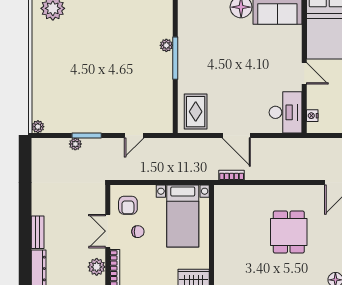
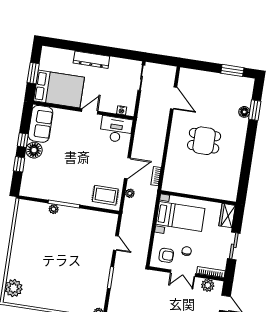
plant: (75, 144) -> (130, 193), moved

